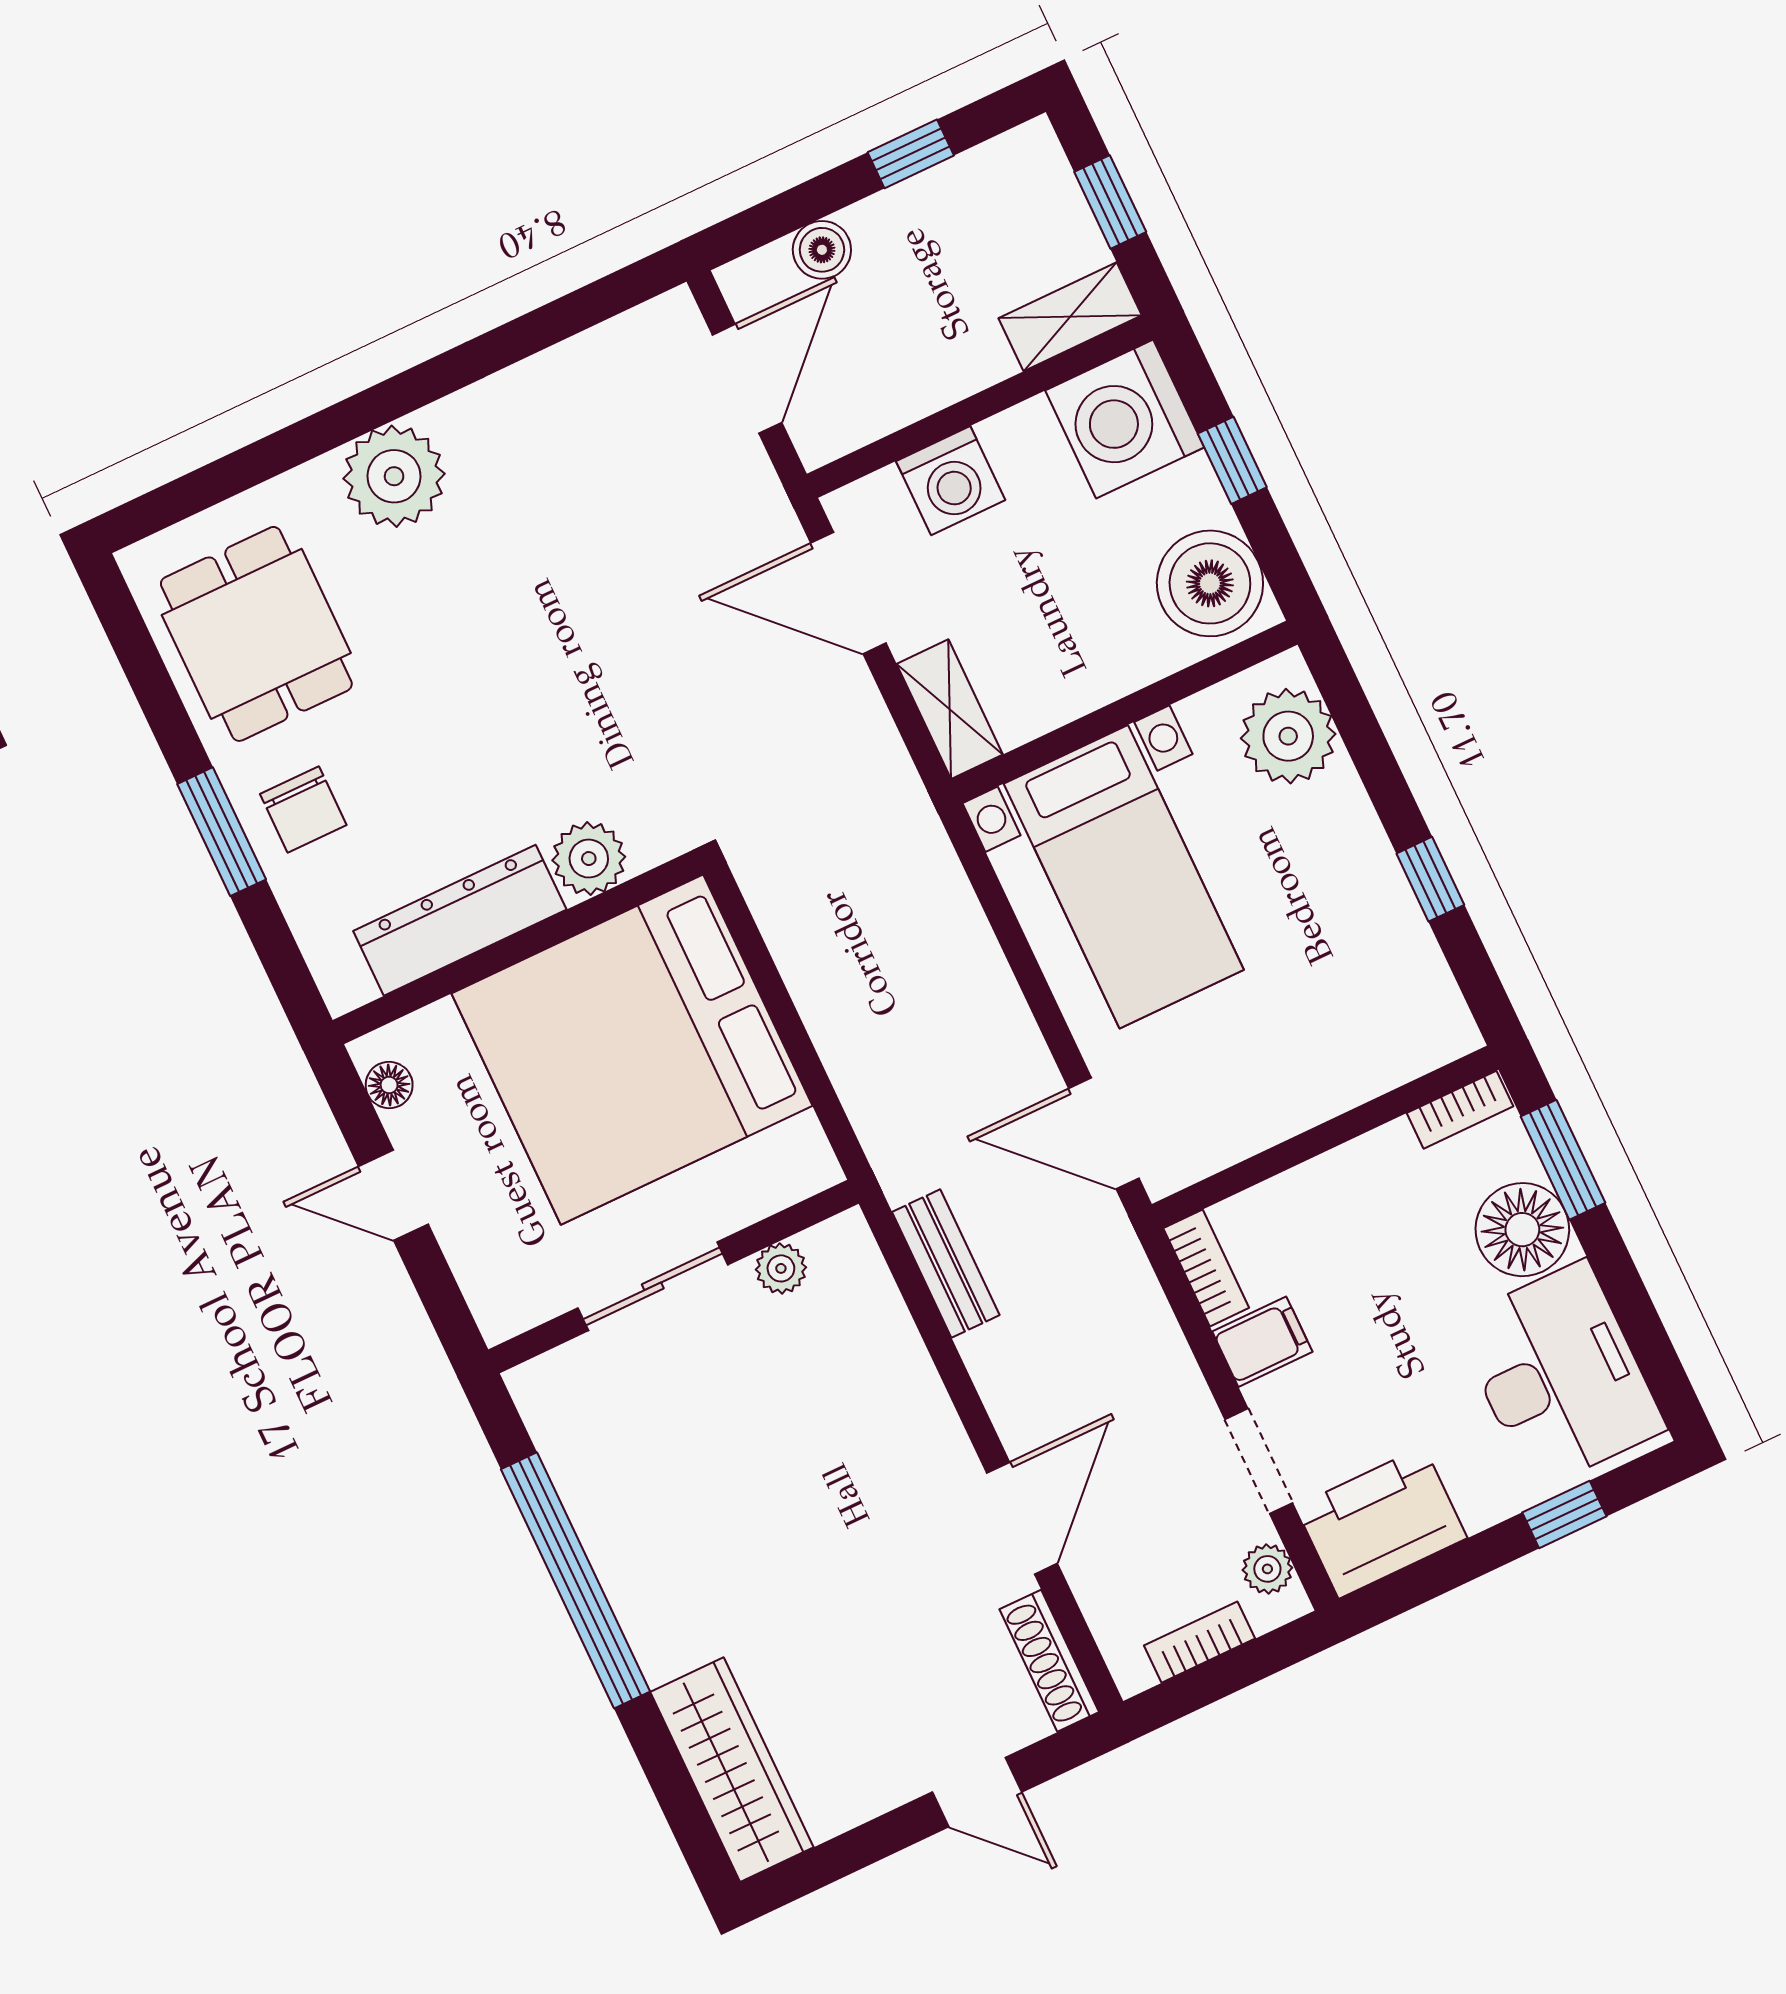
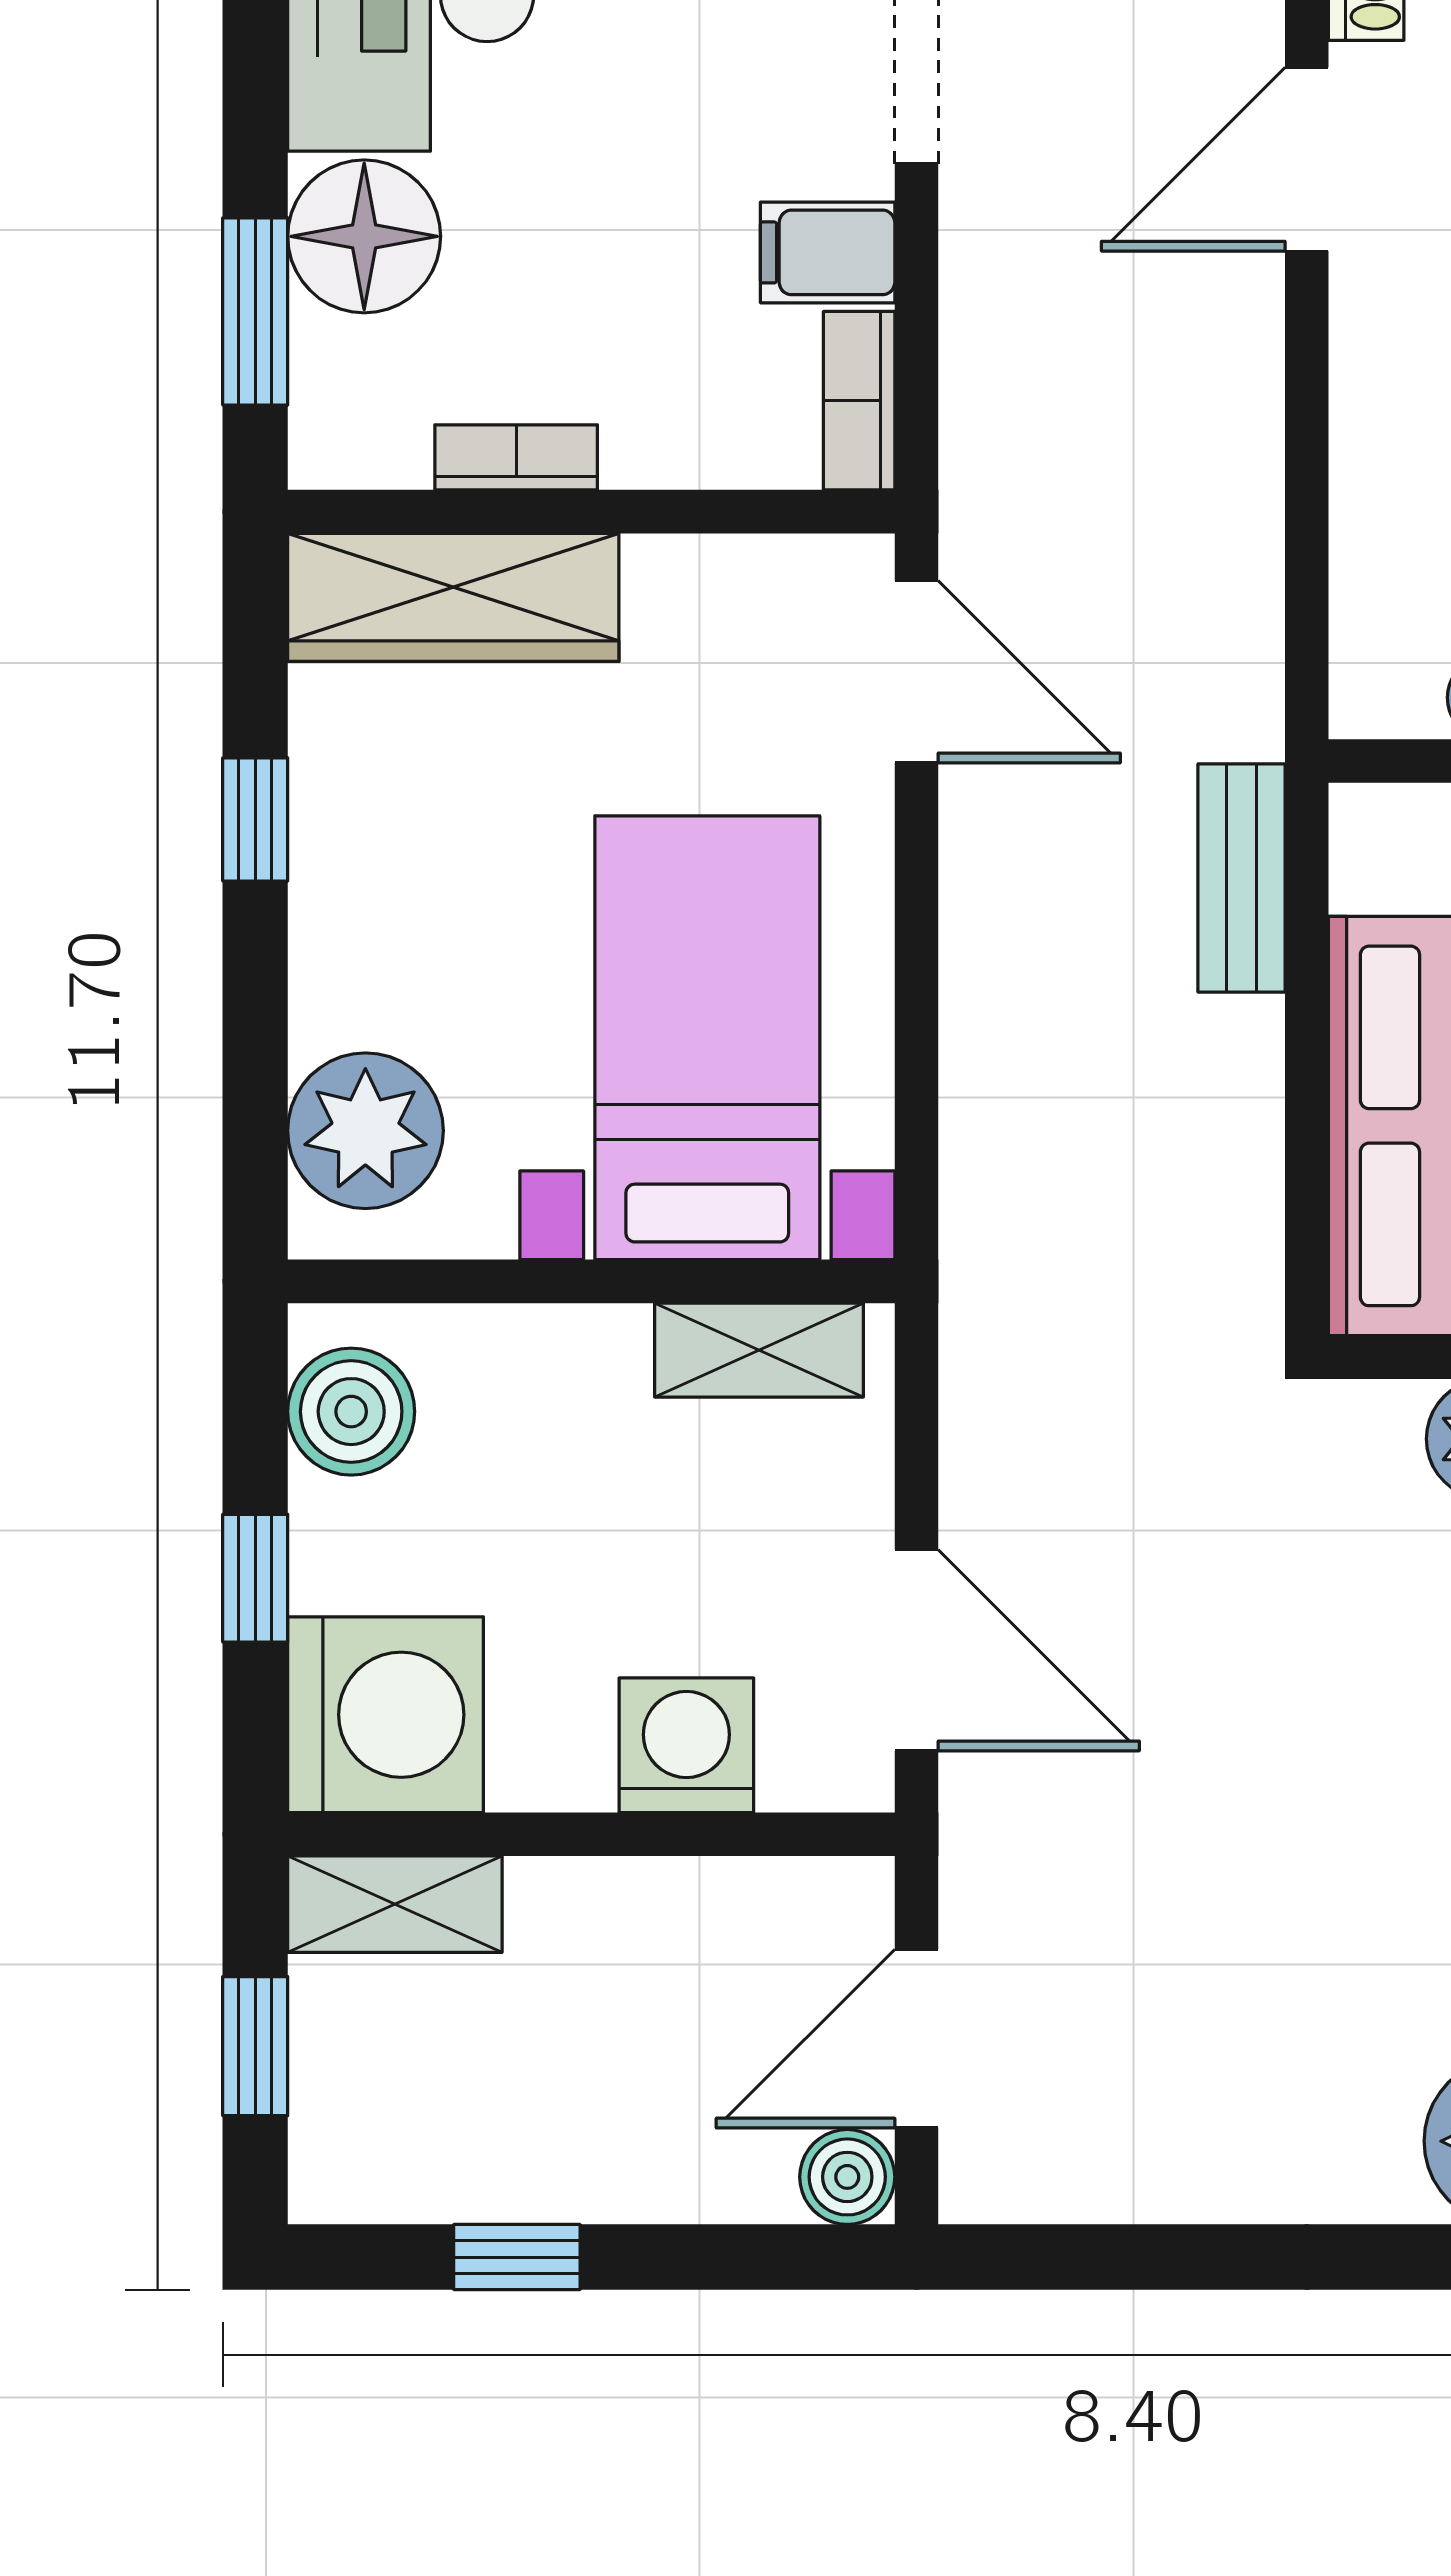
boiler: (822, 250) -> (847, 2177), moved
boiler: (1210, 583) -> (351, 1412), width x0.73, depth x0.73
shelving: (950, 709) -> (759, 1350), moved, turned 90
wardrobe: (1379, 1054) -> (453, 597), added
bookcase: (1460, 1110) -> (516, 457), moved
bench: (946, 1264) -> (1241, 878), moved

